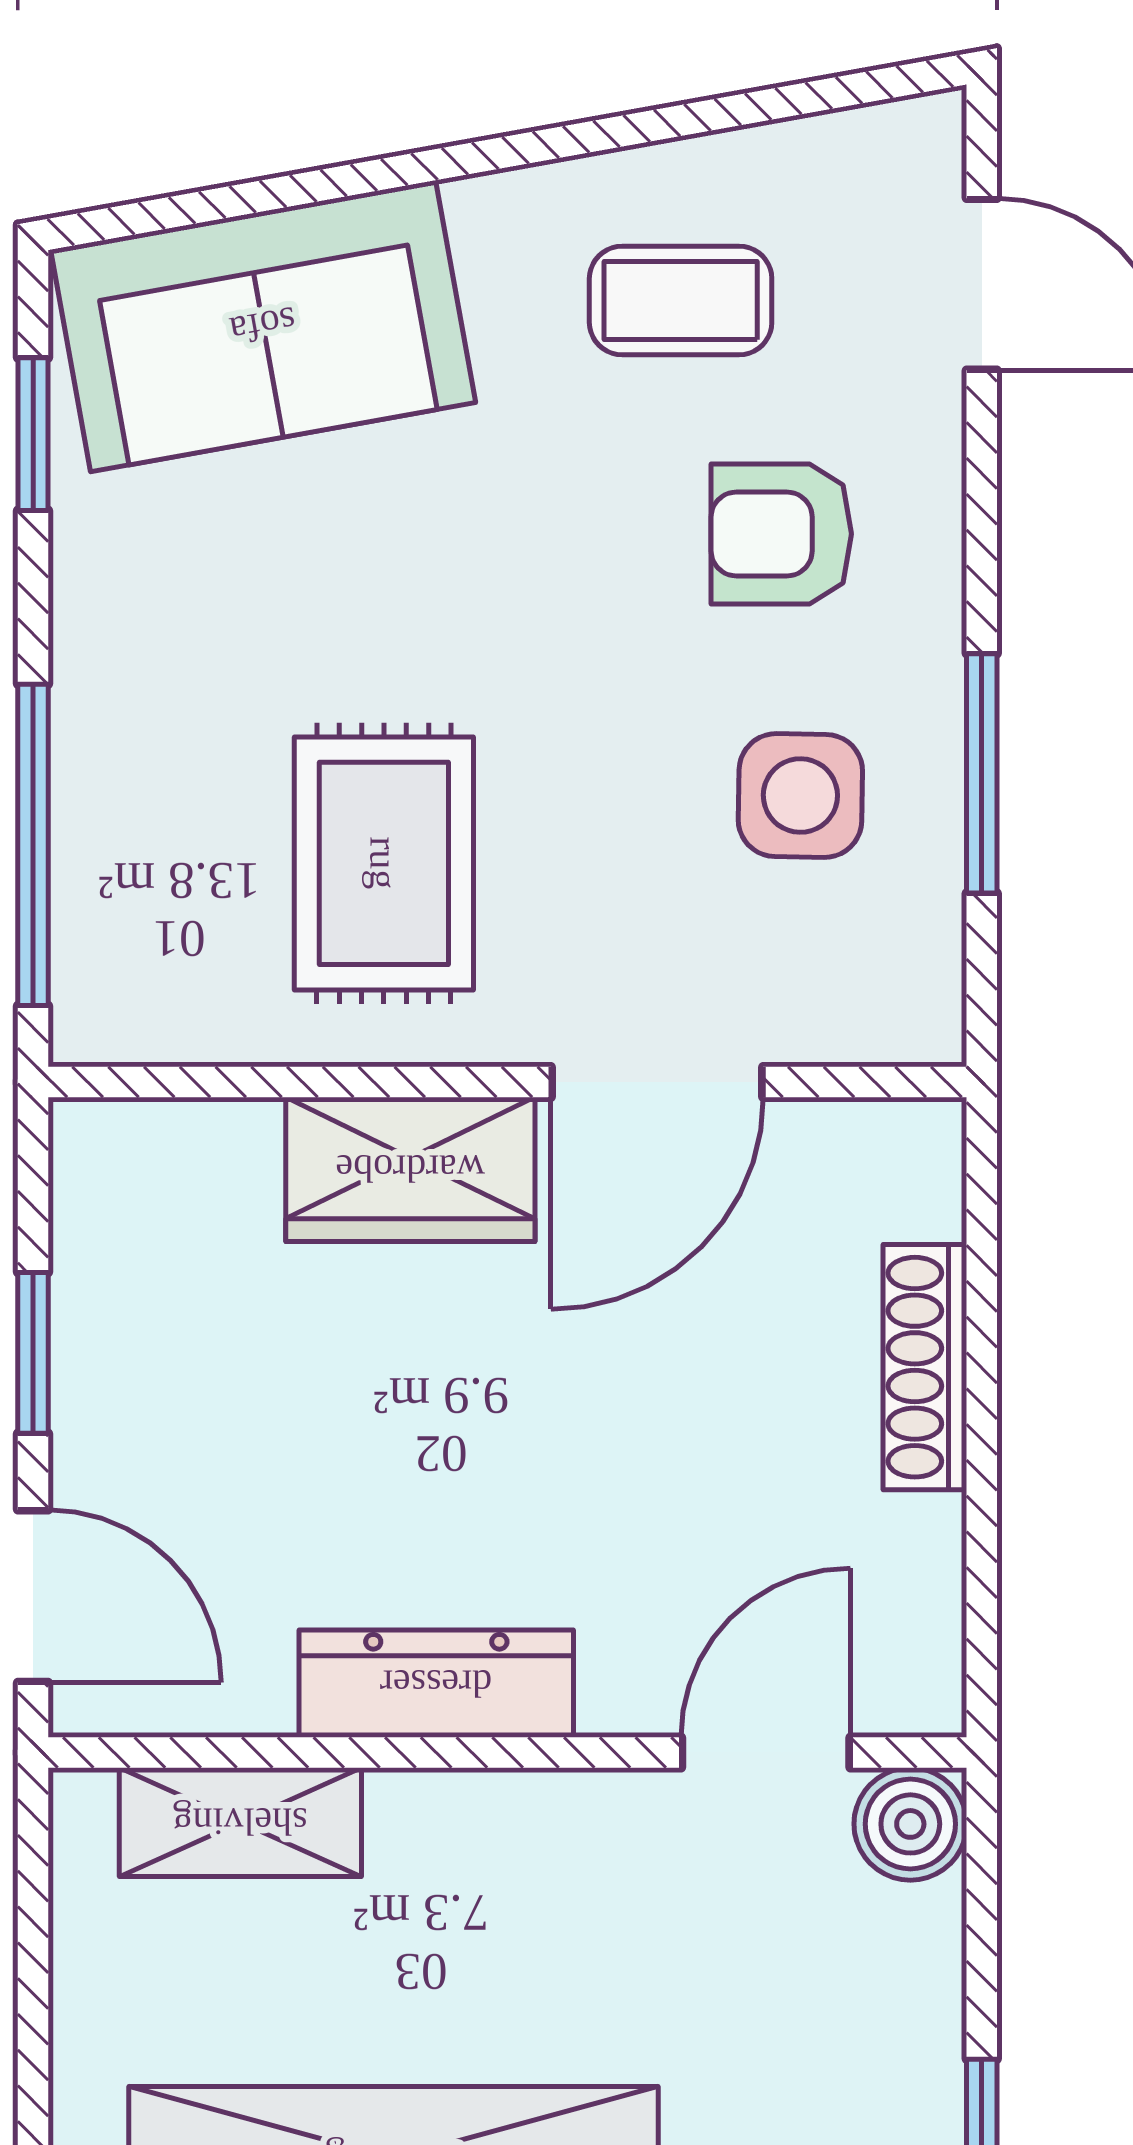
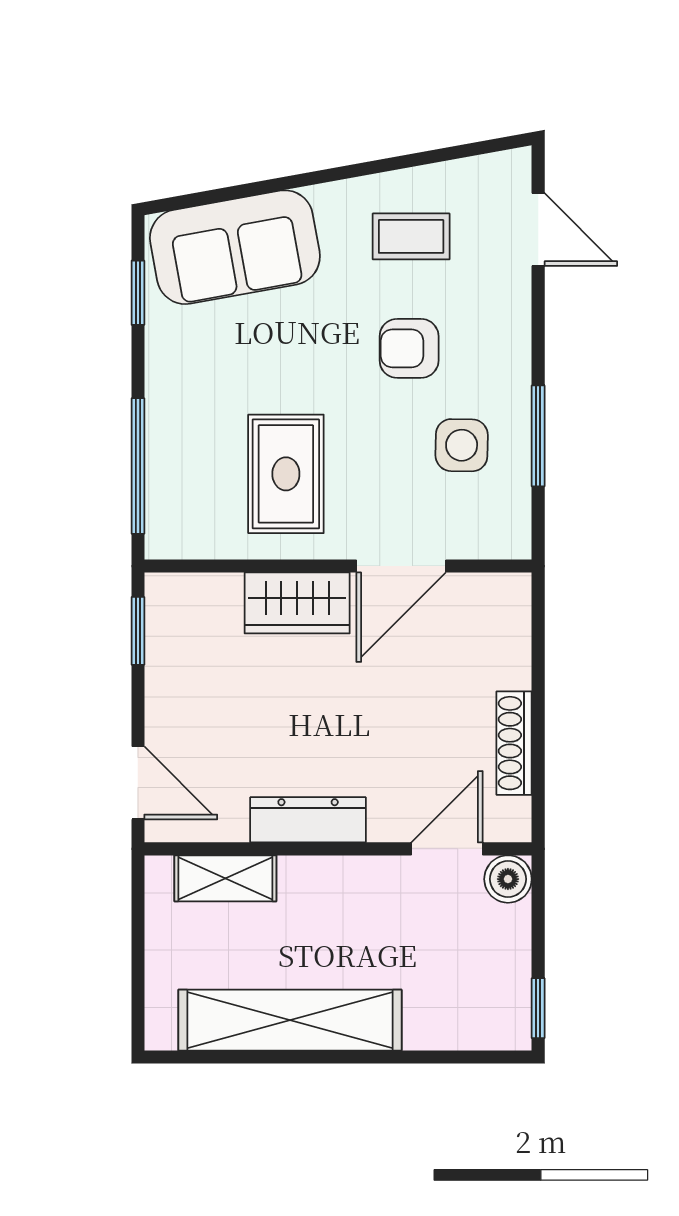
armchair: (781, 534) -> (409, 348), moved
window: (33, 1353) -> (138, 631), moved
shoe rack: (925, 1367) -> (514, 743), moved

